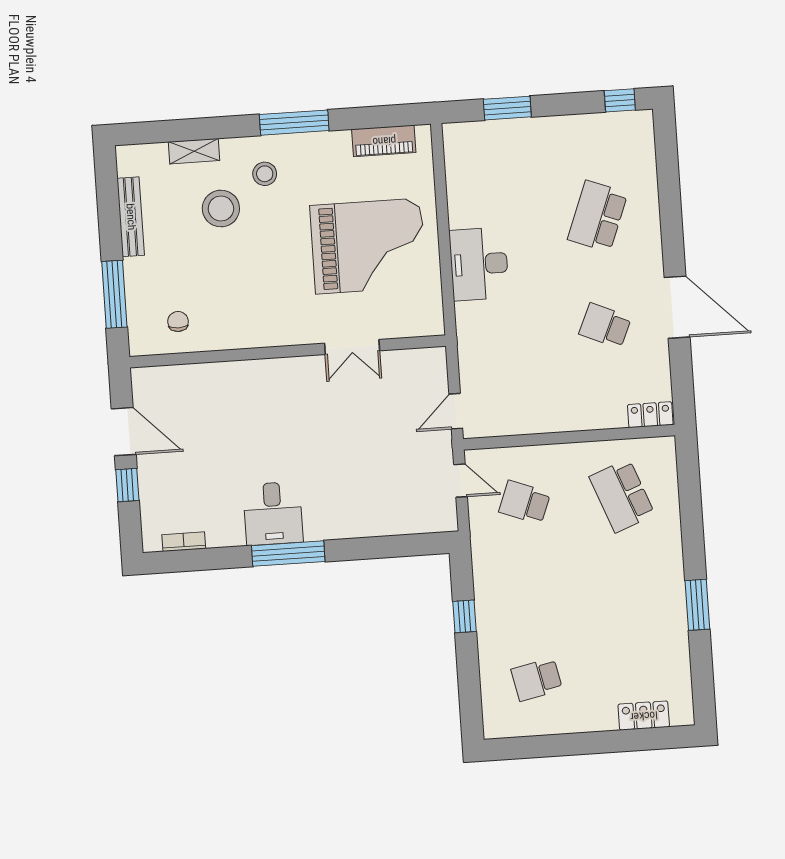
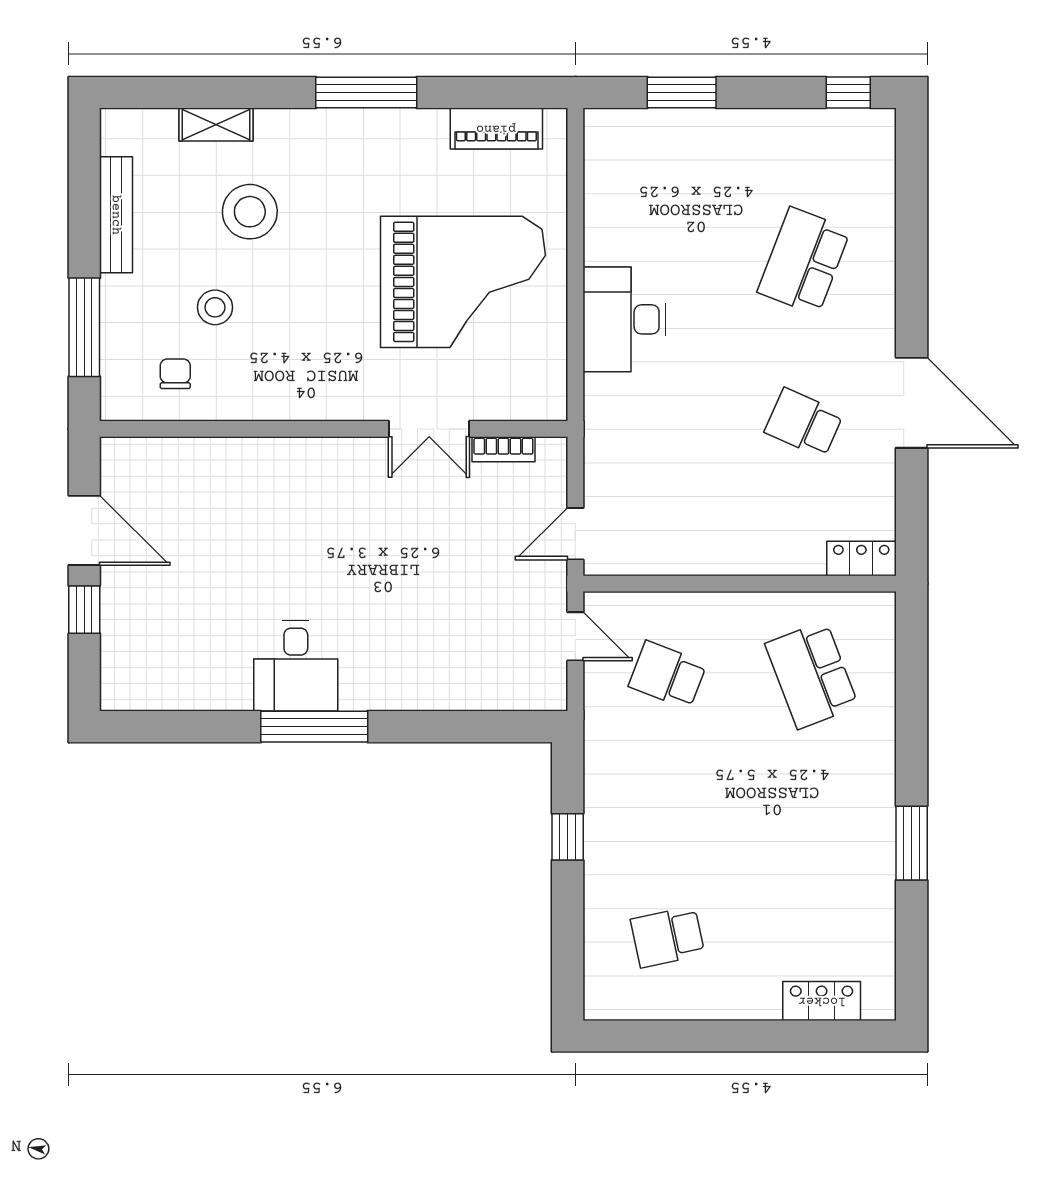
stool: (265, 174) -> (215, 307), moved
bookcase: (184, 542) -> (503, 449), moved, turned 180

